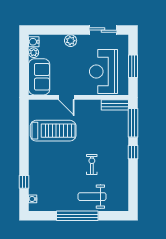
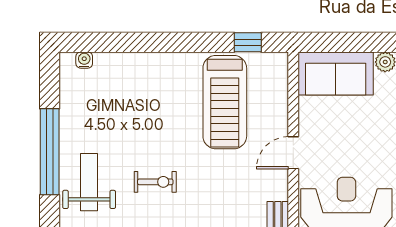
door: (66, 97) -> (293, 153), moved
window: (24, 182) -> (248, 42), moved

